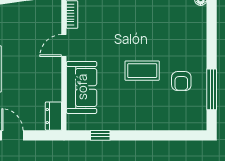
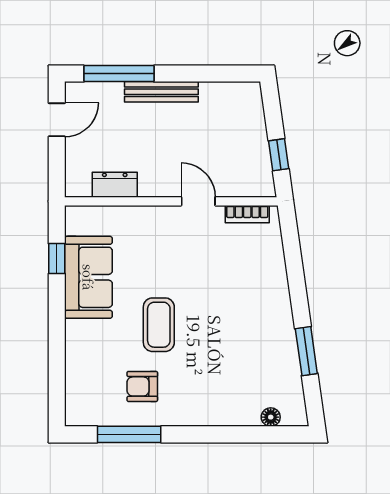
sofa: (82, 87) -> (88, 277), moved, turned -90
dresser: (53, 116) -> (115, 185), moved

